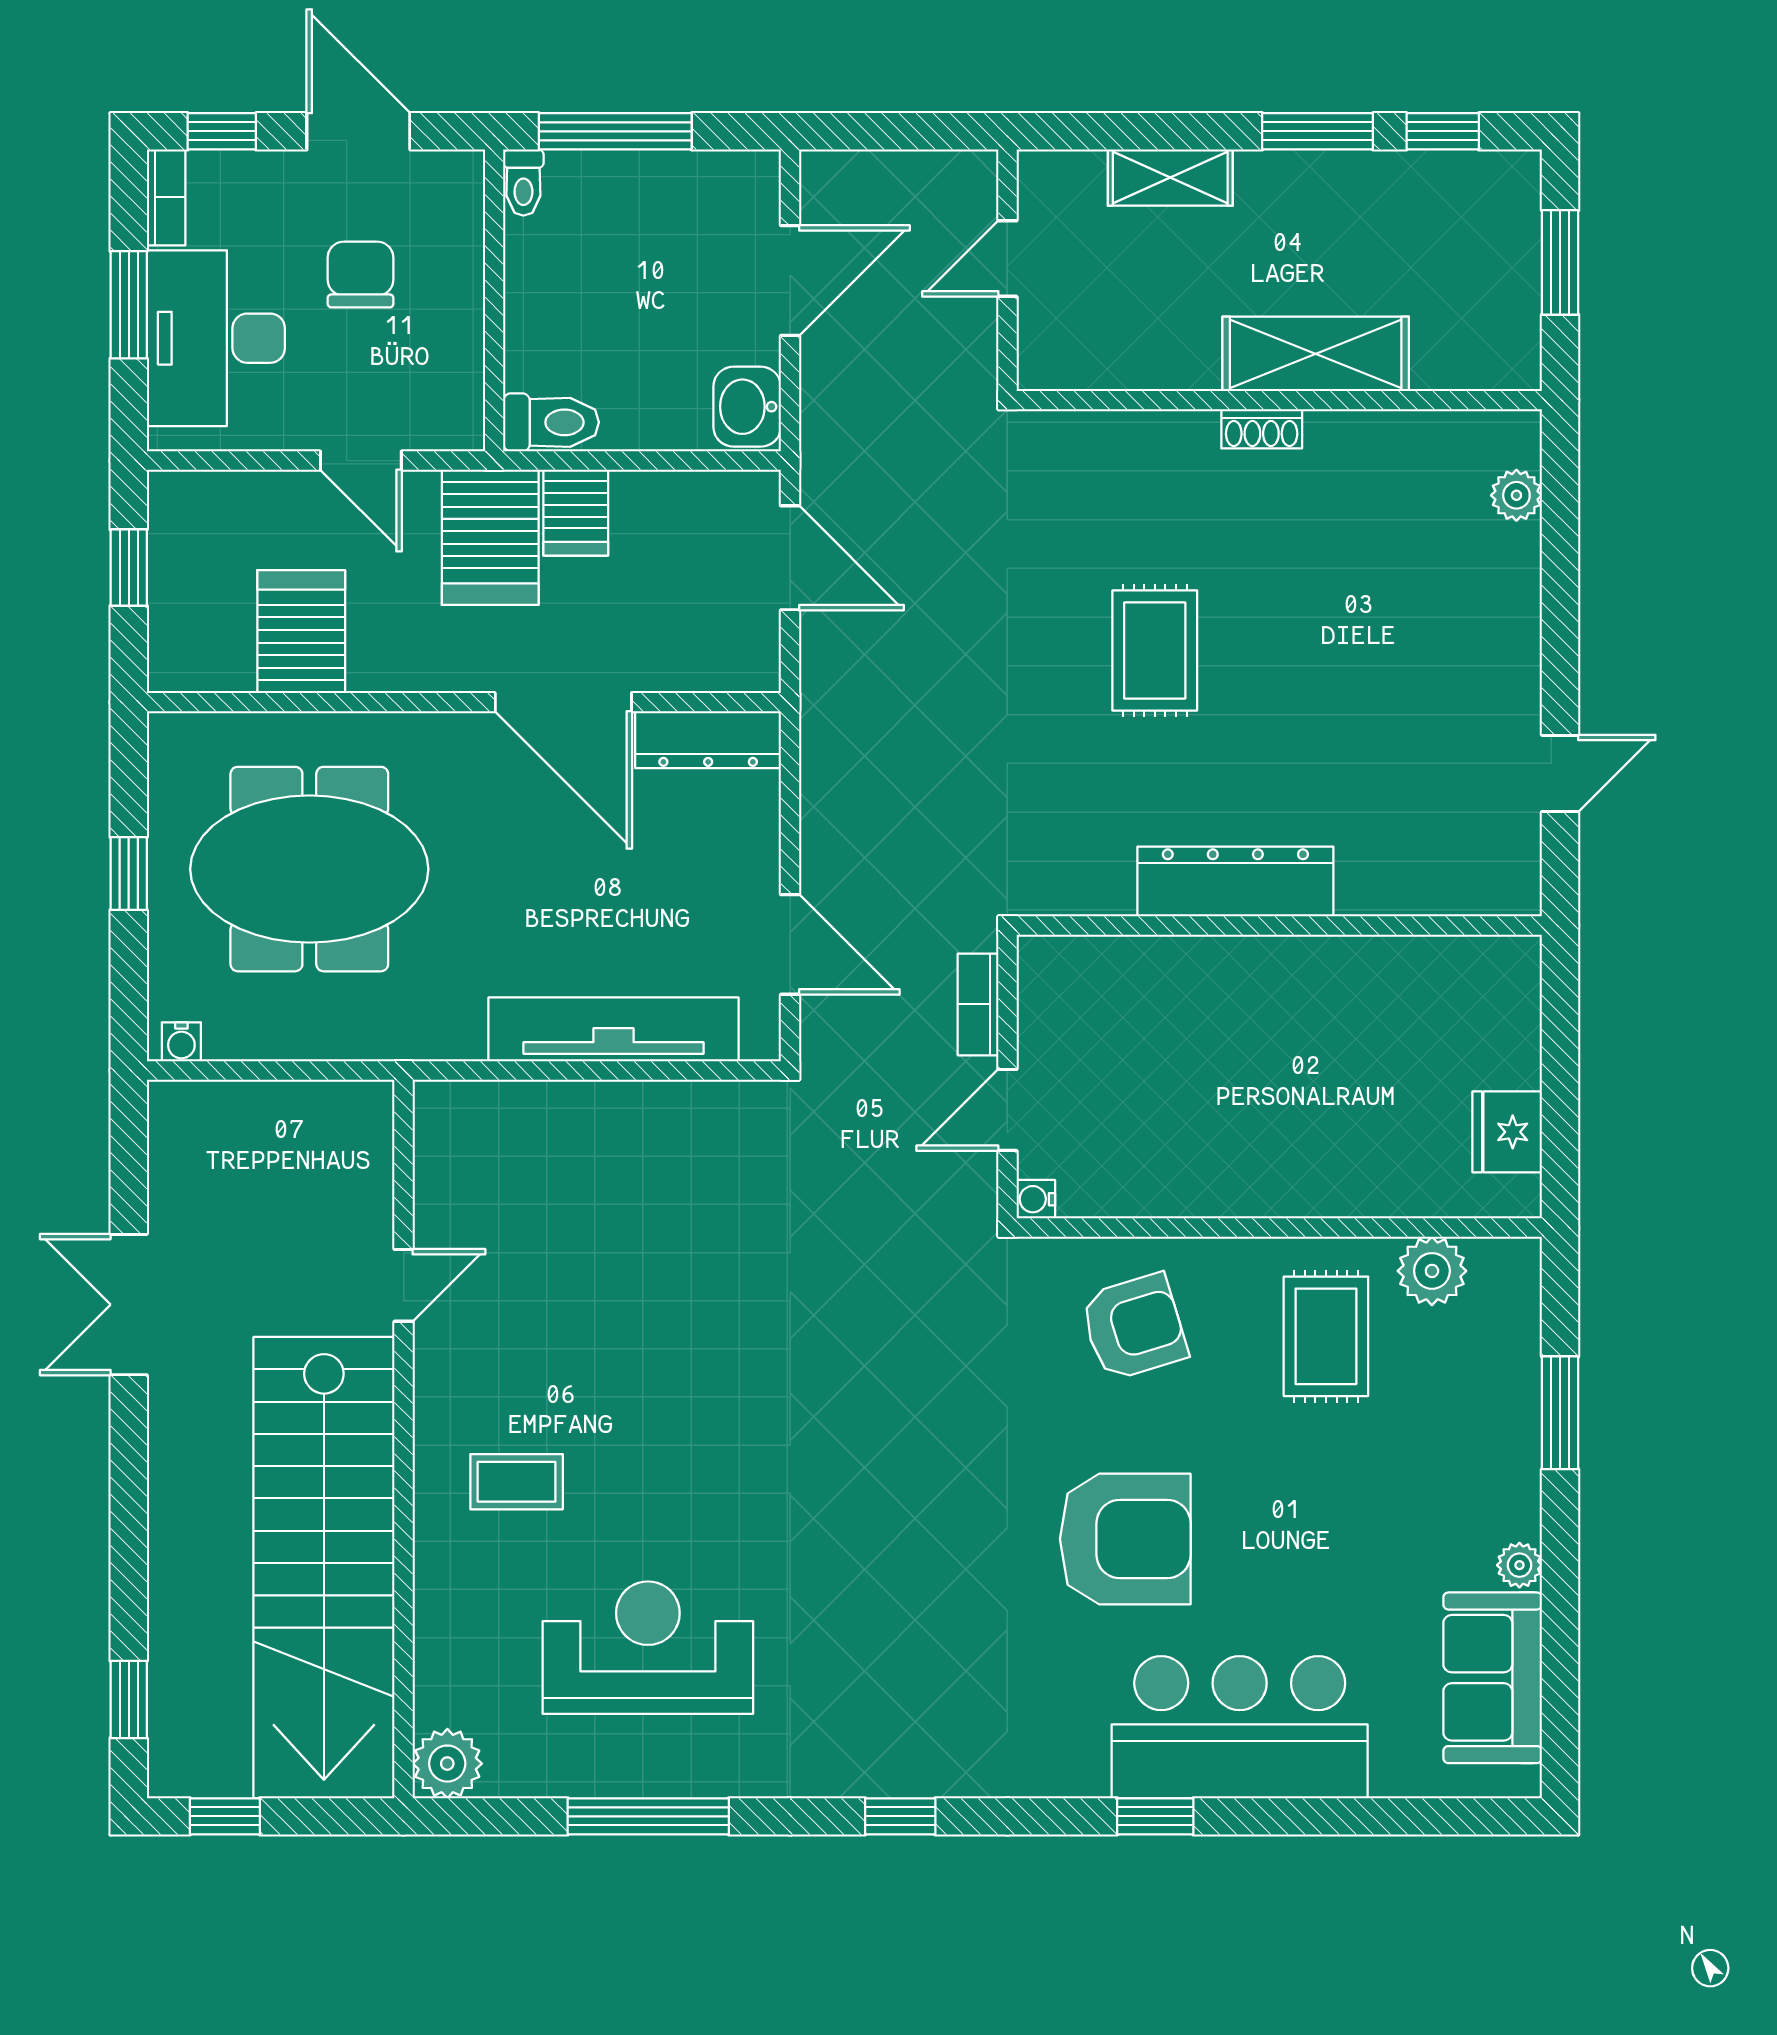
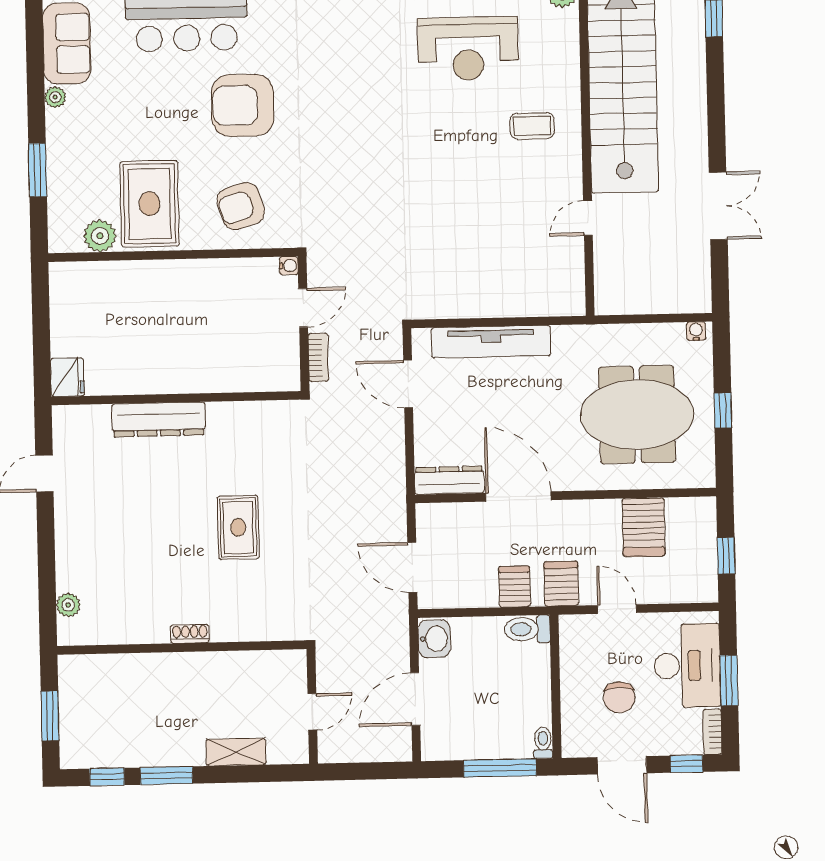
shelving: (1316, 354) -> (165, 670), removed
server rack: (490, 537) -> (561, 584), width x0.73, depth x0.70
dresser: (1235, 882) -> (159, 419), moved
fridge: (1507, 1132) -> (67, 377), moved
rug: (1326, 1336) -> (150, 204), width x1.36, depth x1.43

